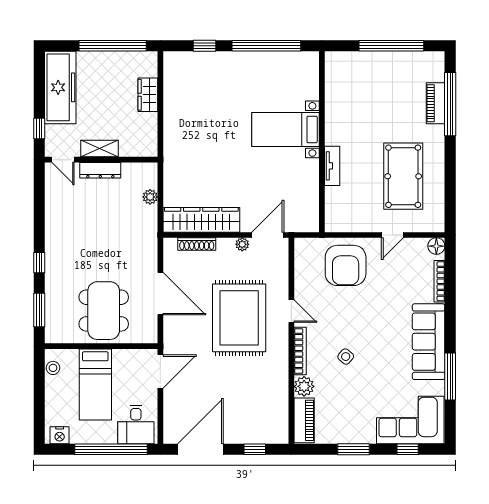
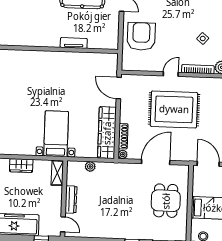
bed with nightstands: (285, 129) -> (56, 134), moved, turned 180
shelving: (99, 149) -> (57, 173), moved
door: (63, 160) -> (63, 224), hinge flipped
plant: (242, 244) -> (123, 154), moved
armchair: (346, 265) -> (141, 36), turned -90
dining table: (104, 311) -> (166, 201), width x0.73

